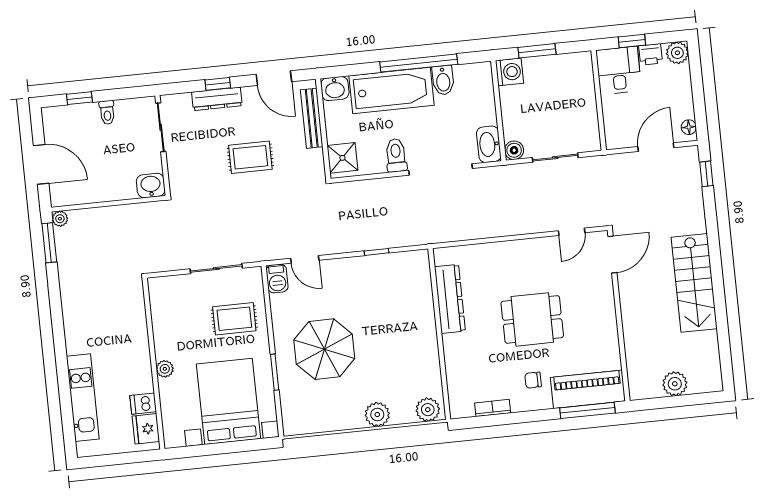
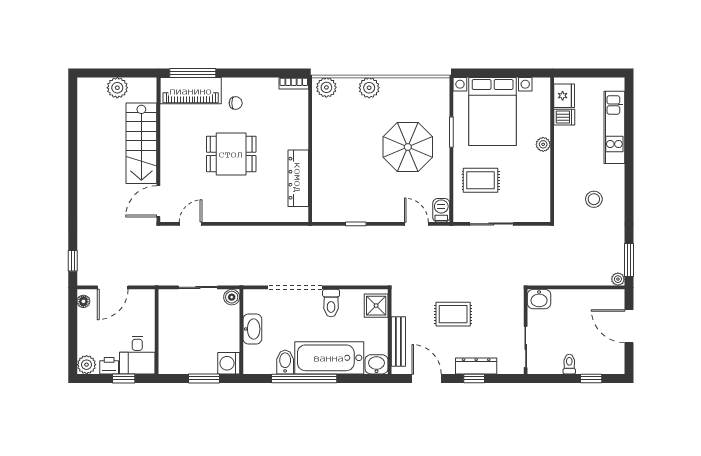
washbasin: (489, 144) -> (252, 329), moved
stairs: (694, 283) -> (141, 143), moved, turned 180
stool: (98, 310) -> (594, 199), added
bookcase: (493, 408) -> (294, 83), moved

